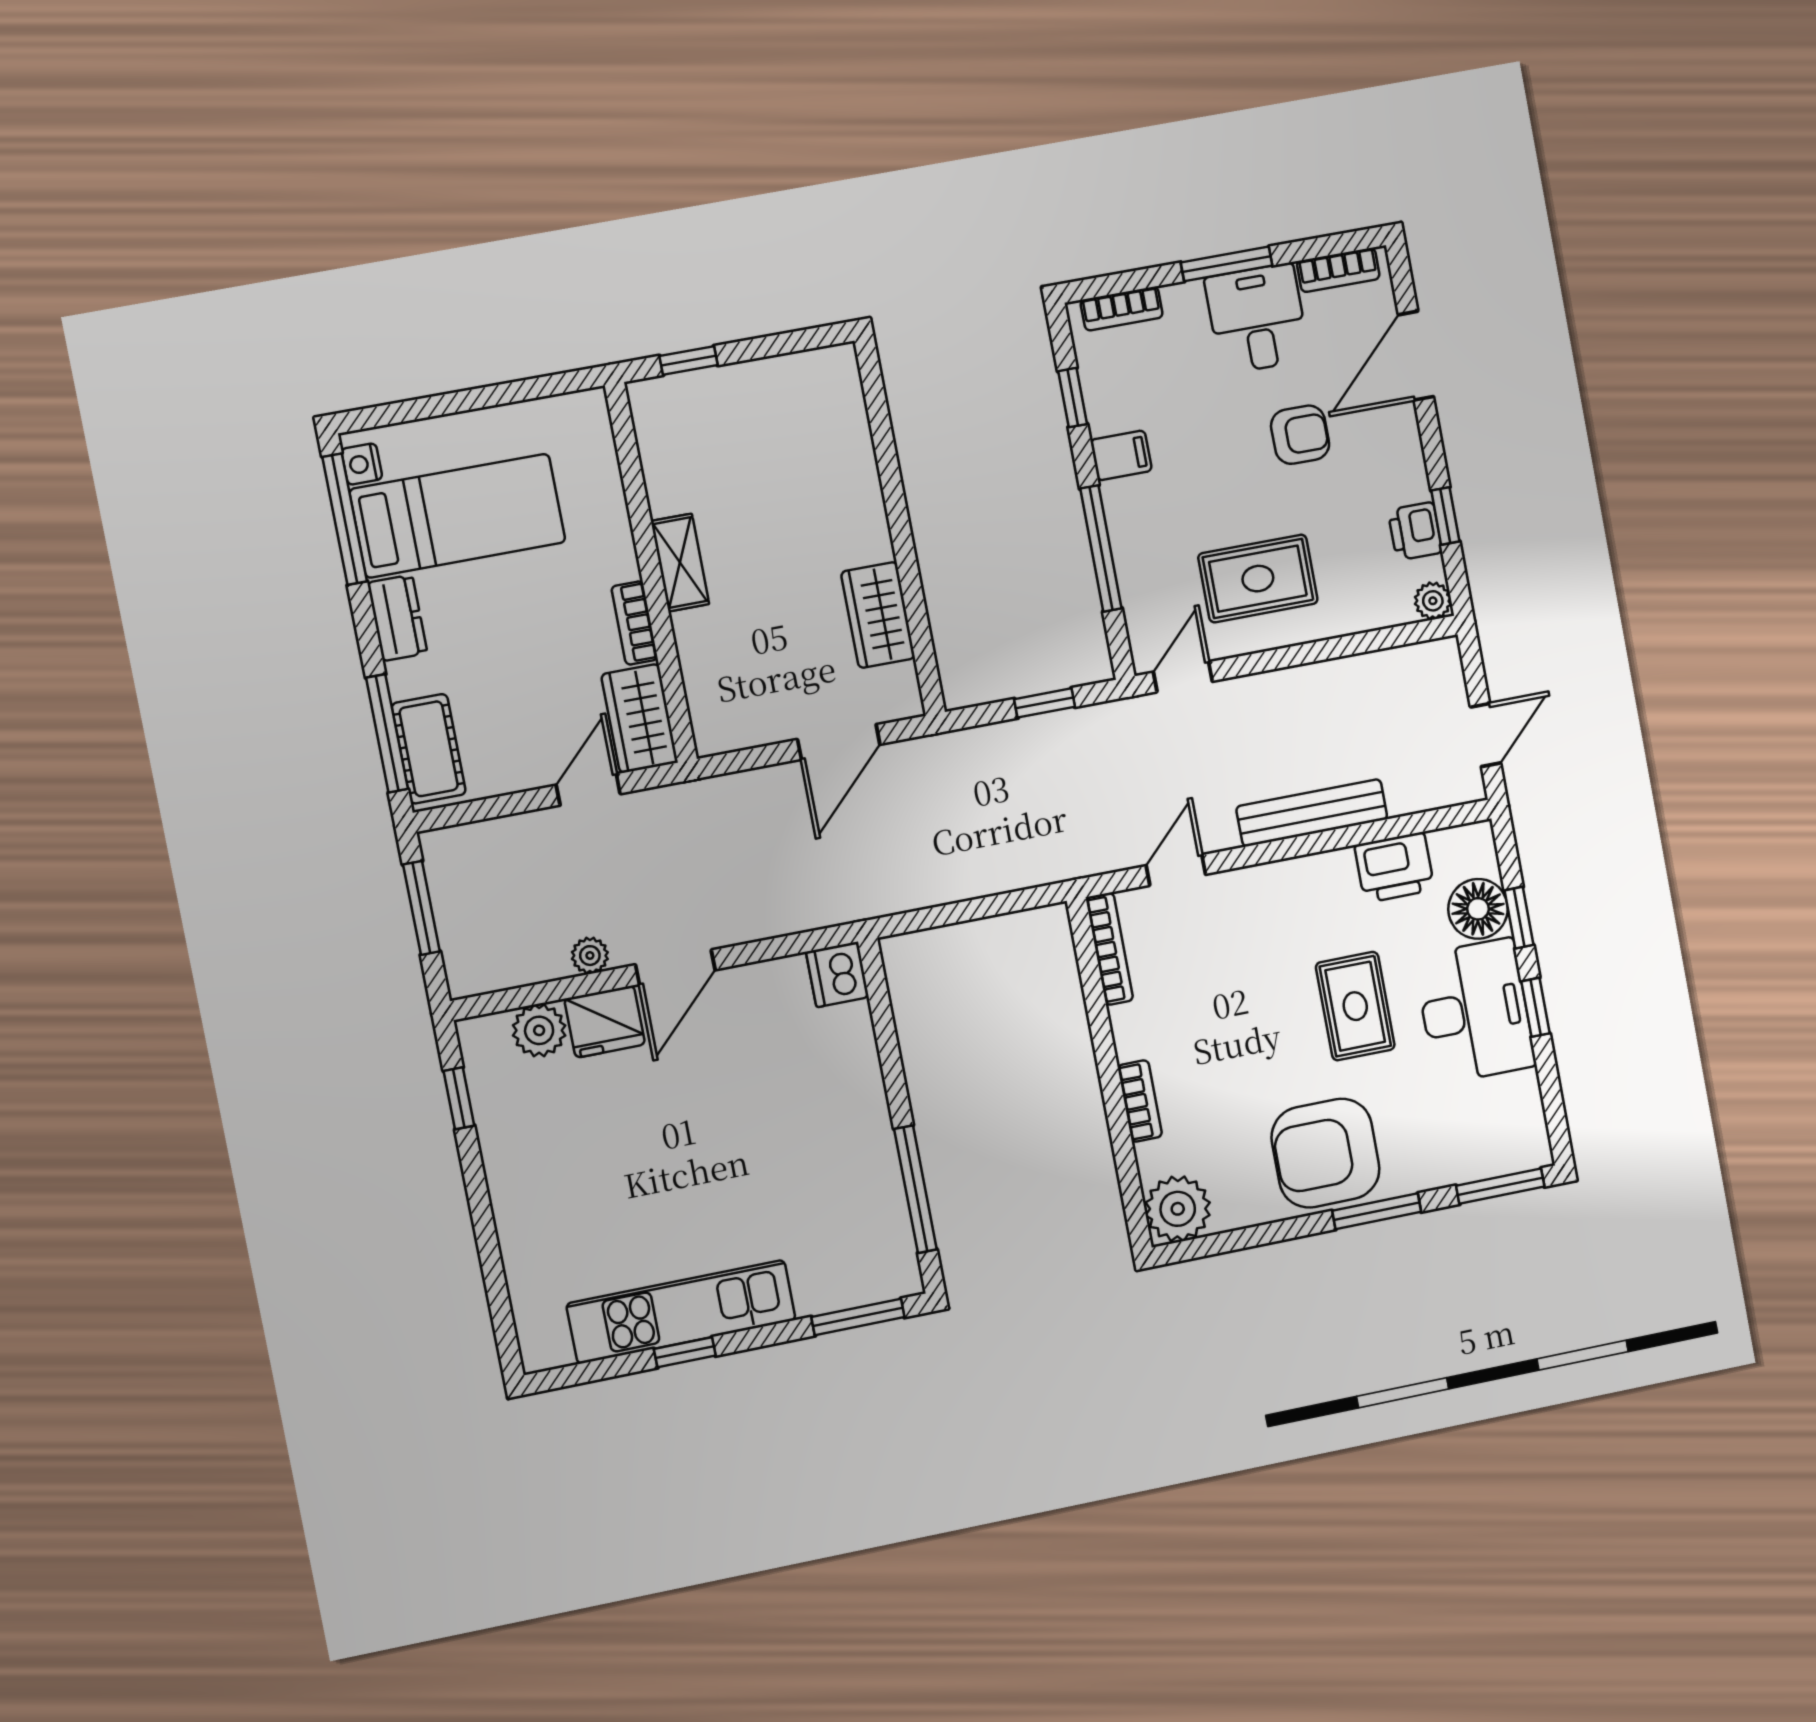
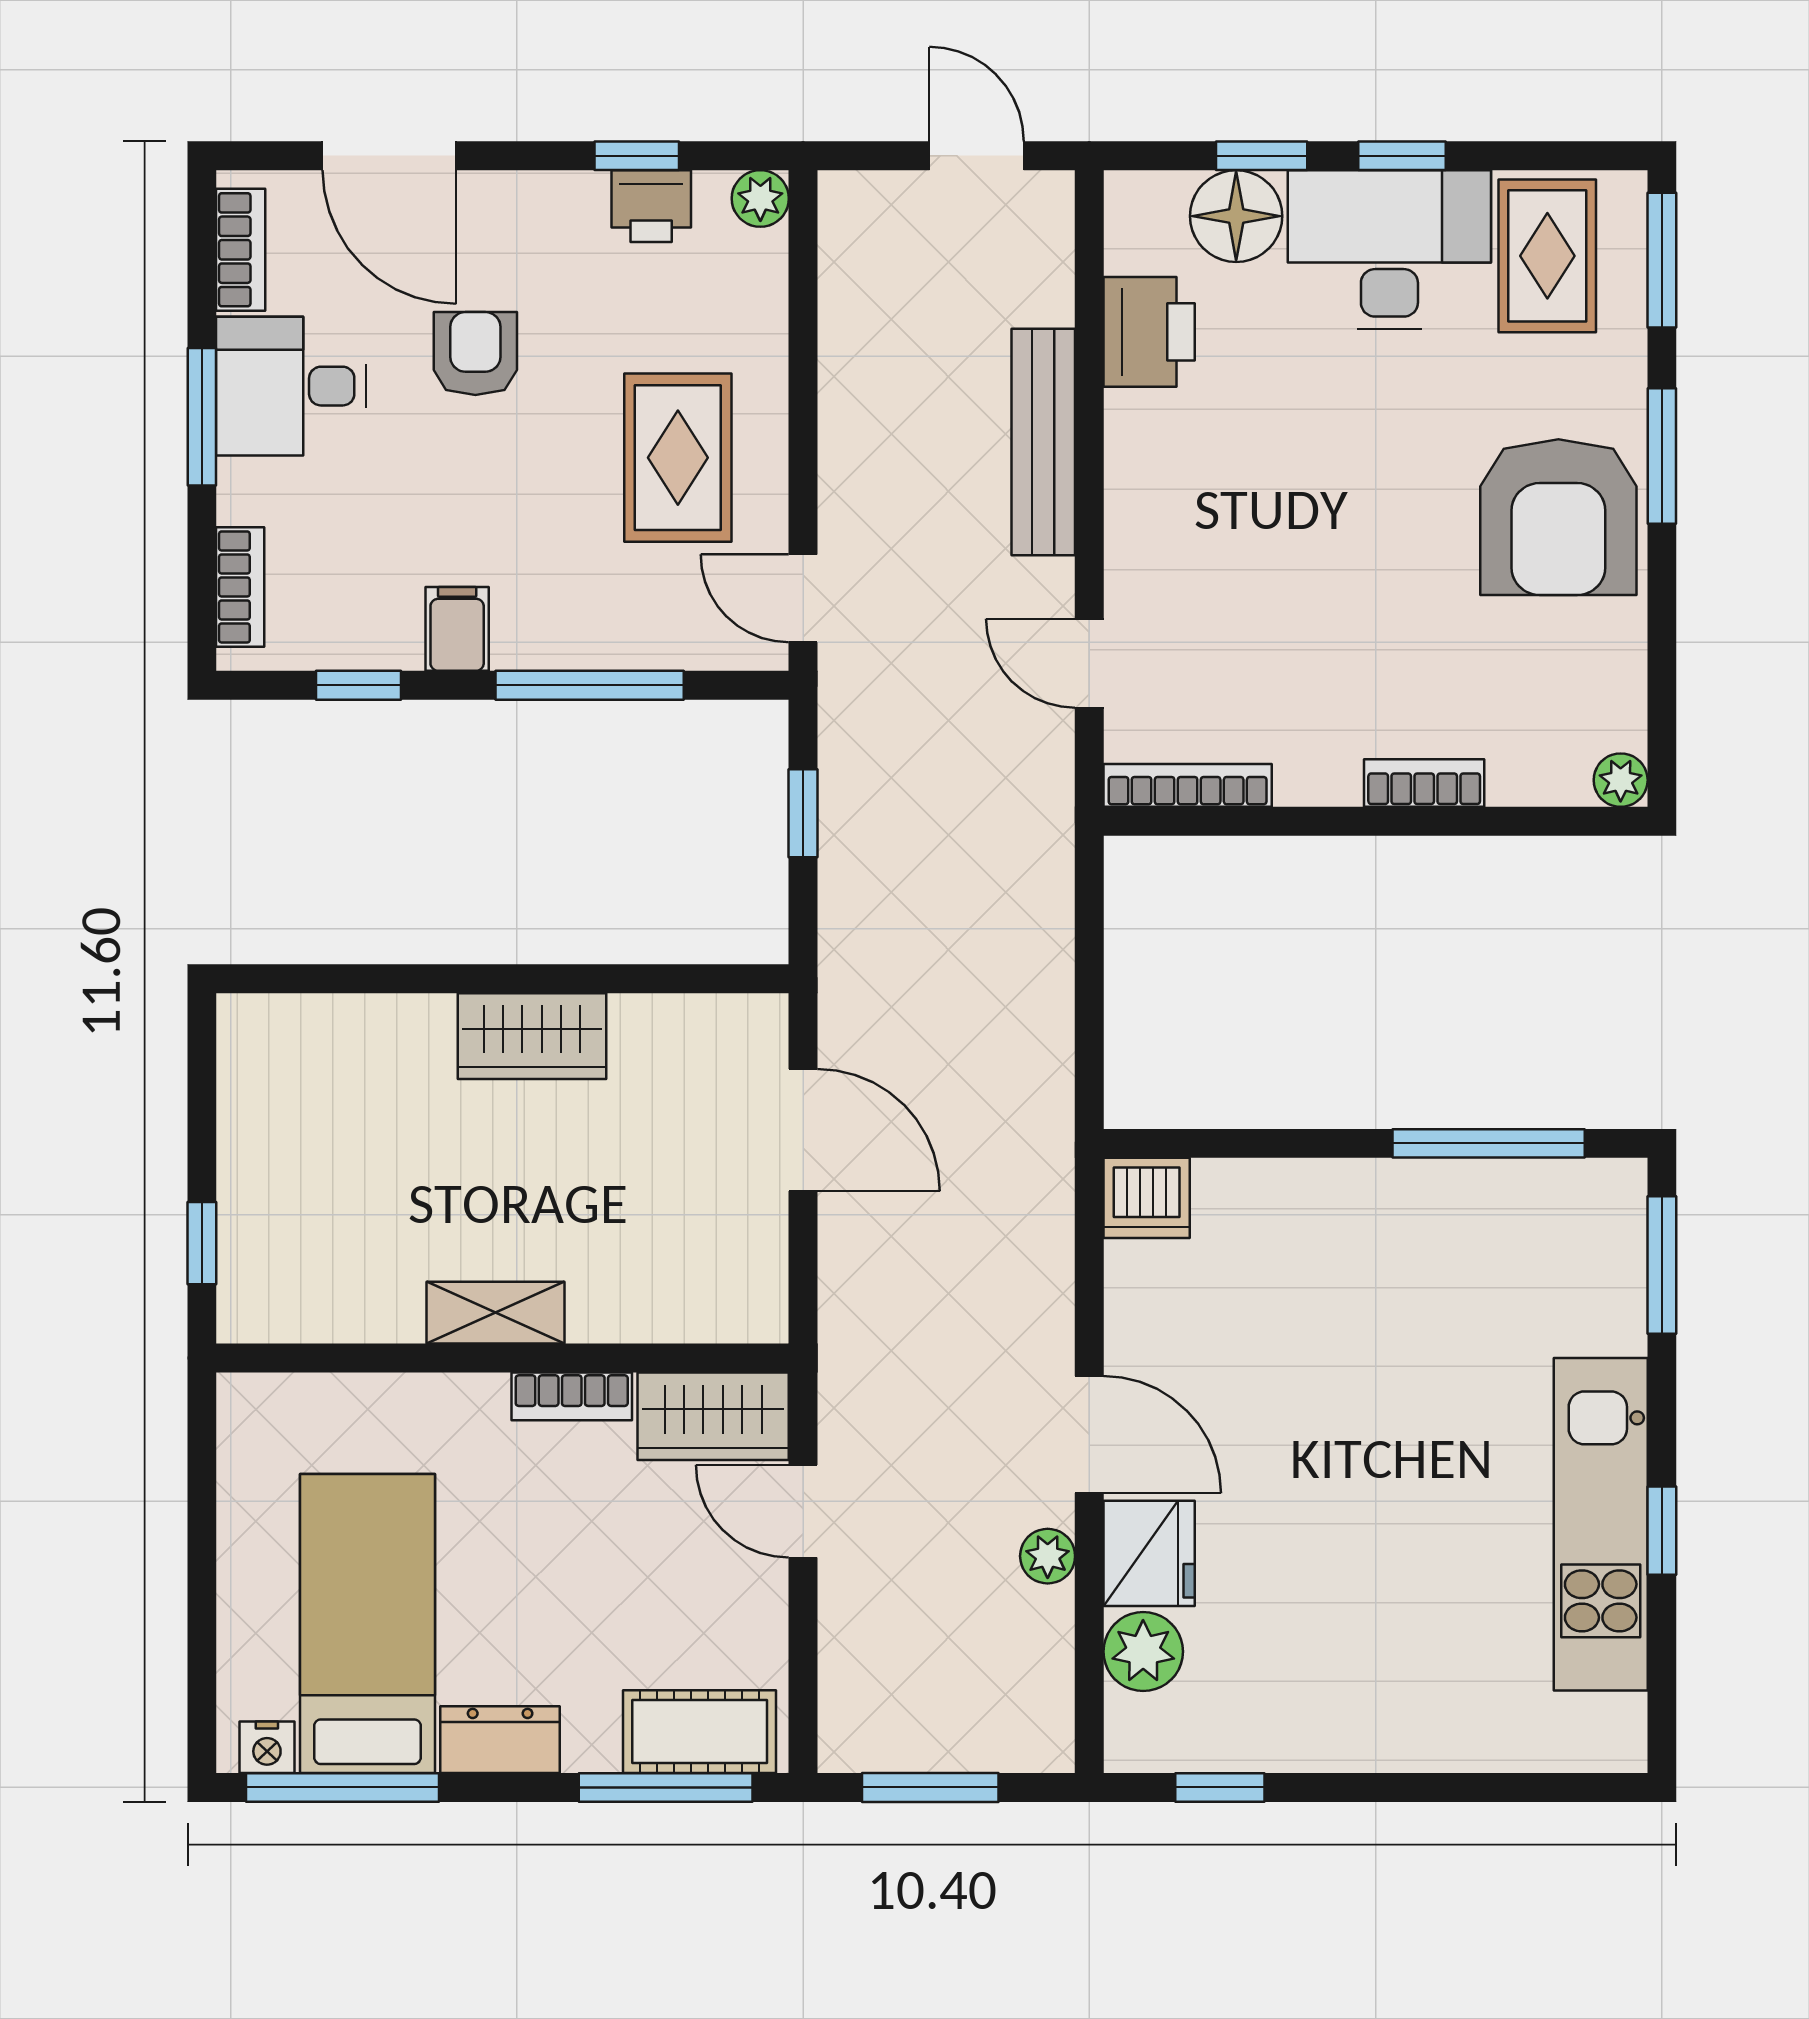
wardrobe: (878, 615) -> (532, 1036), moved
rug: (1355, 1006) -> (1547, 256), moved, turned 90
plant: (1178, 1209) -> (1621, 780), width x0.53, depth x0.53

